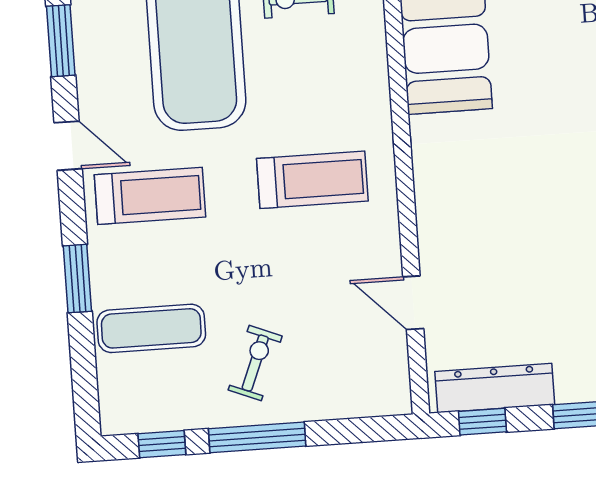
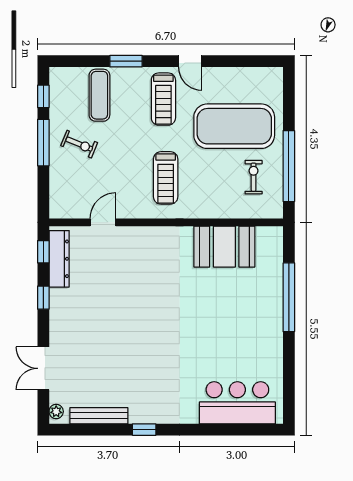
window: (61, 41) -> (241, 61), removed
door: (68, 146) -> (190, 61), hinge flipped

